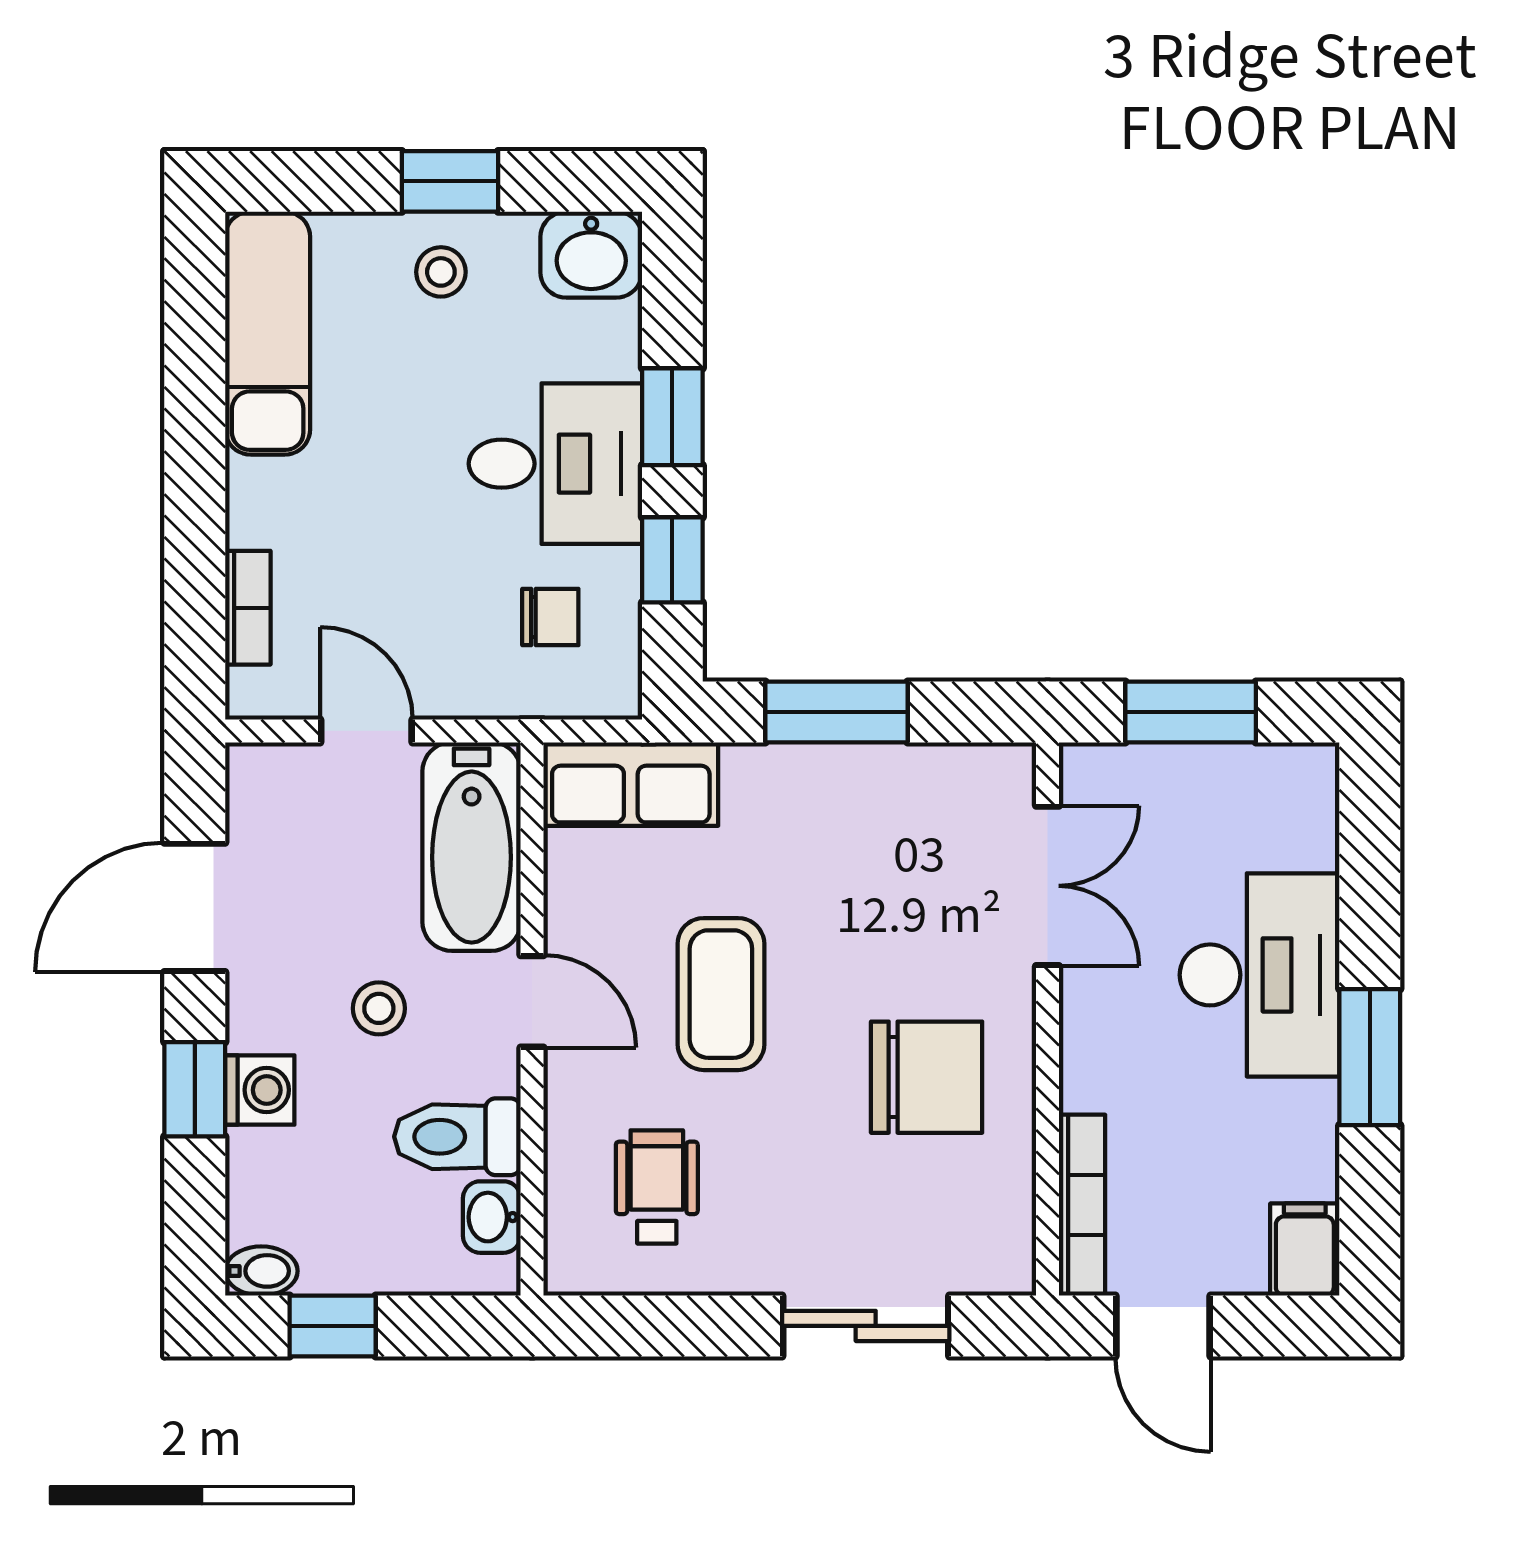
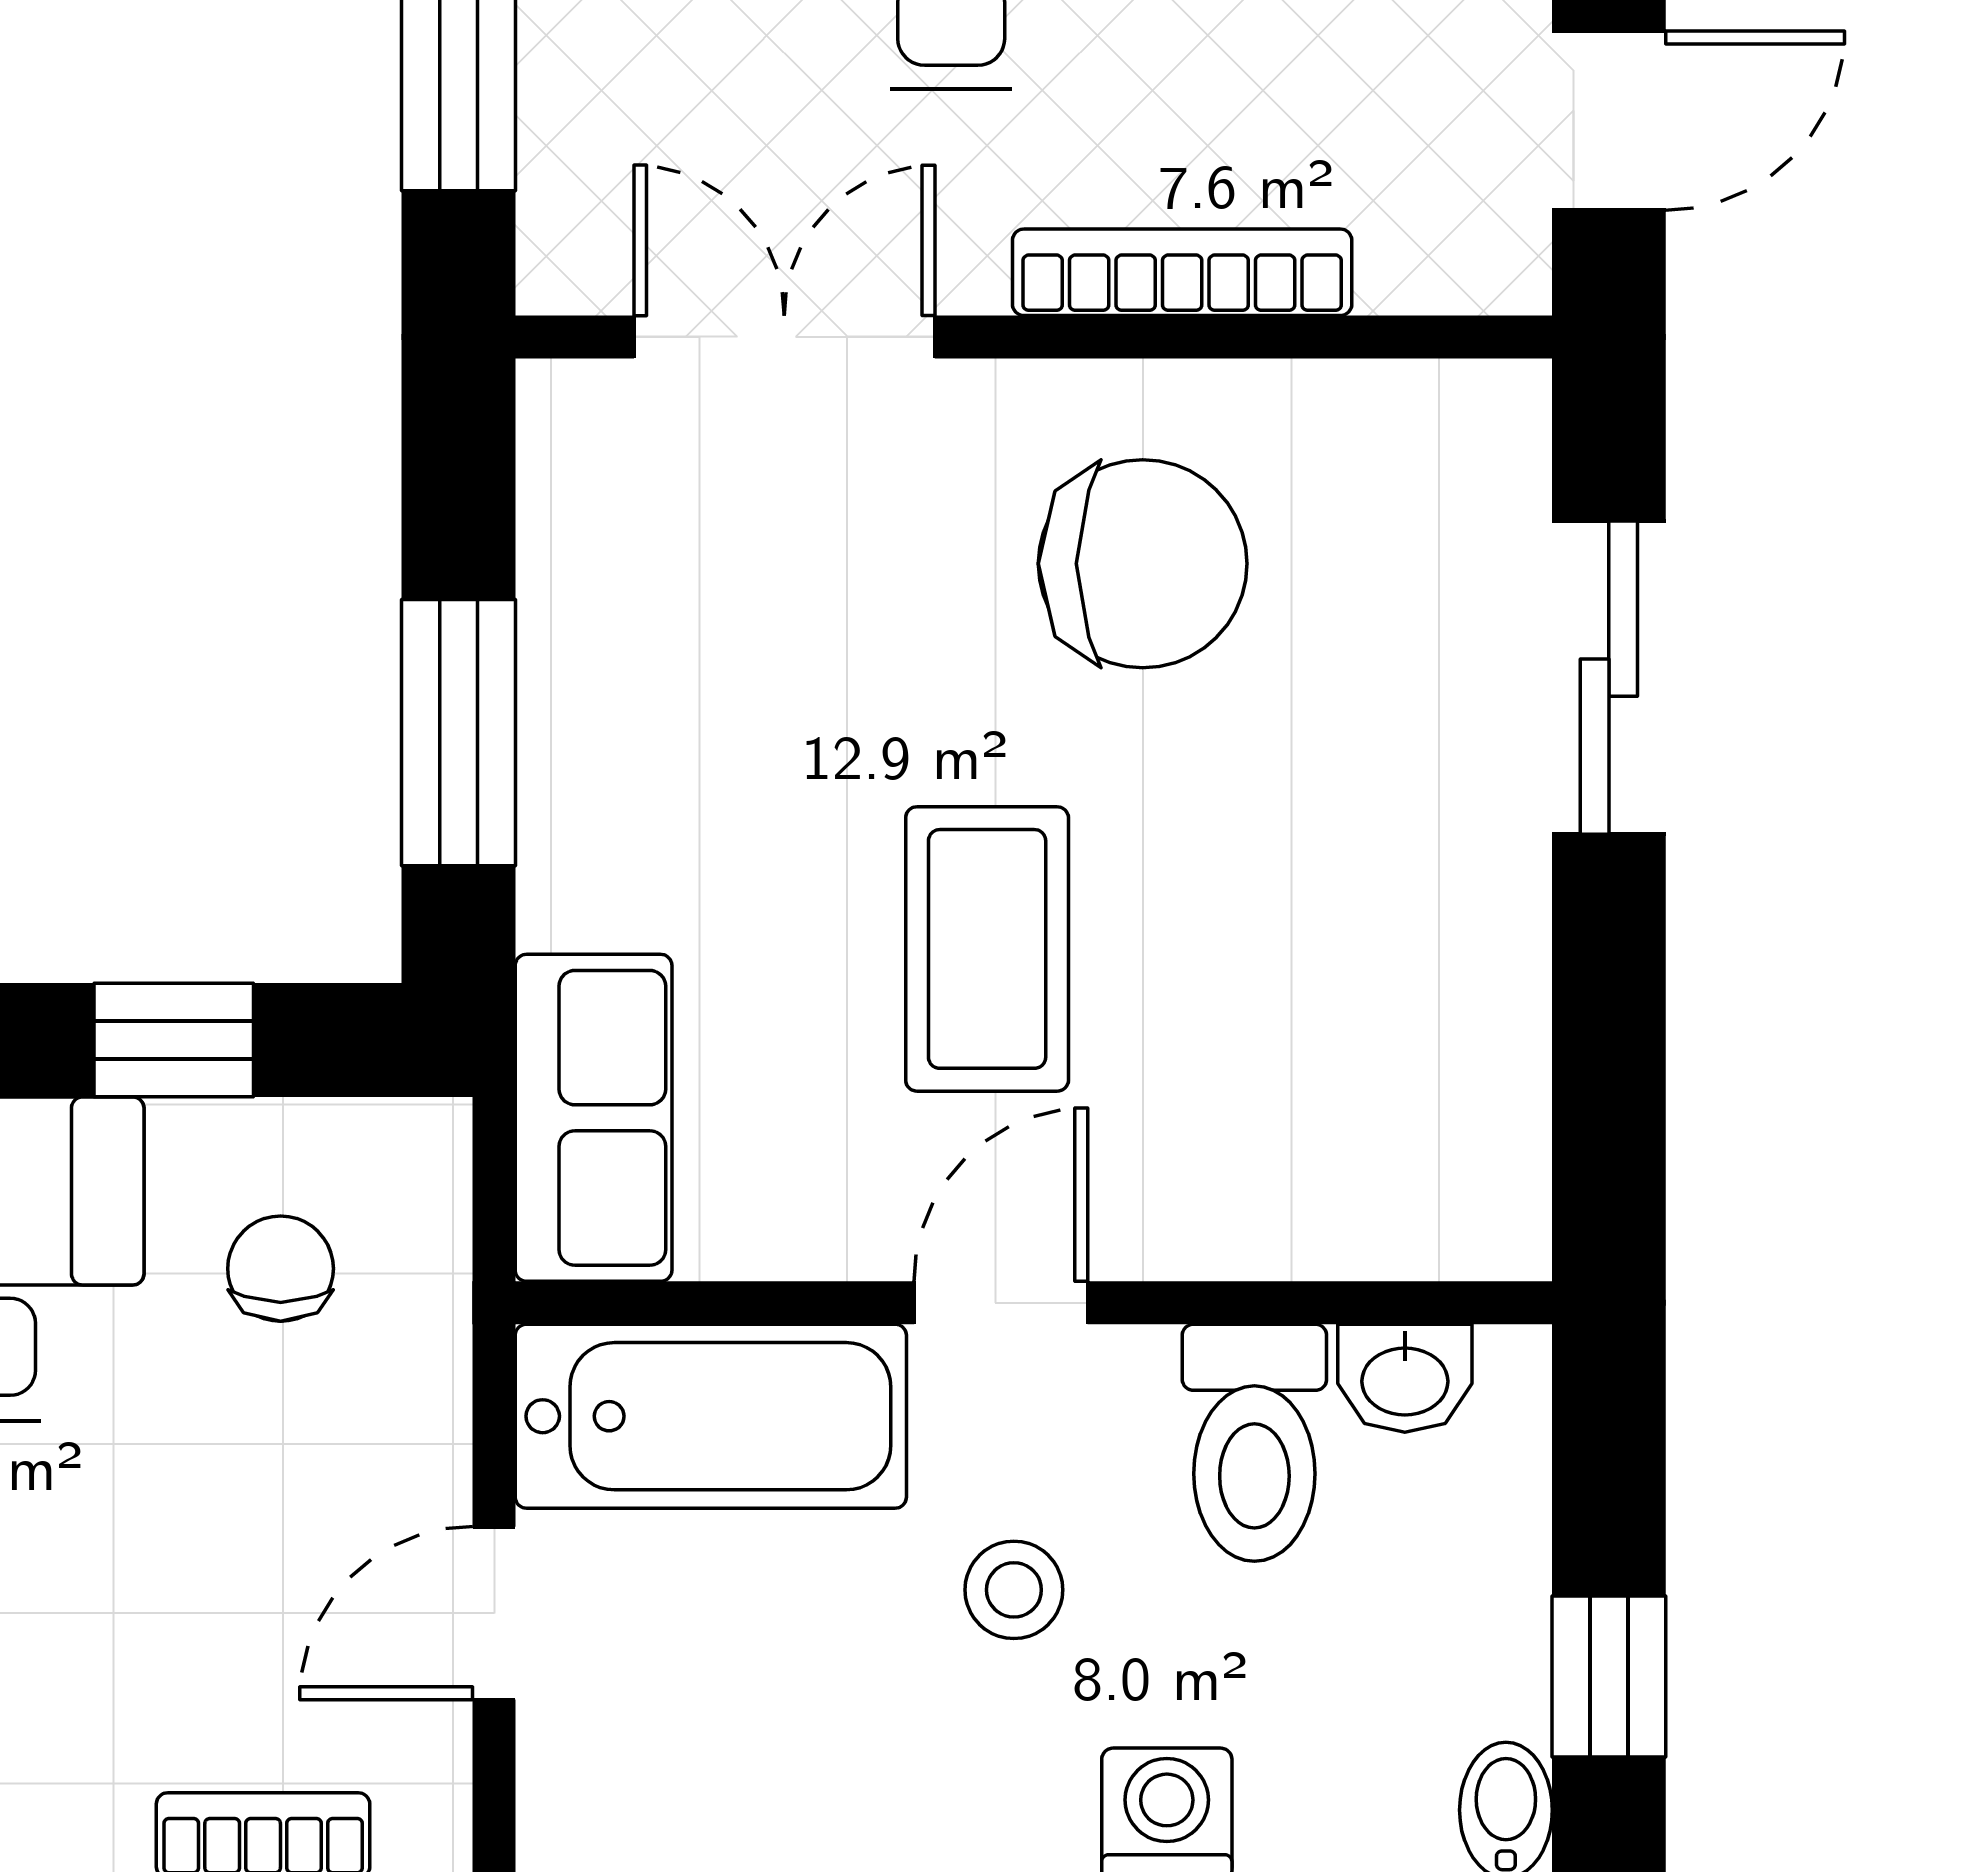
coffee table: (721, 994) -> (987, 949), turned 90
chair: (927, 1077) -> (1143, 564), turned 90
wheelchair: (657, 1187) -> (1348, 1069), removed
bookcase: (1082, 1205) -> (1182, 272), moved

